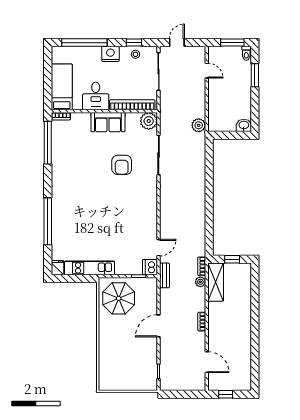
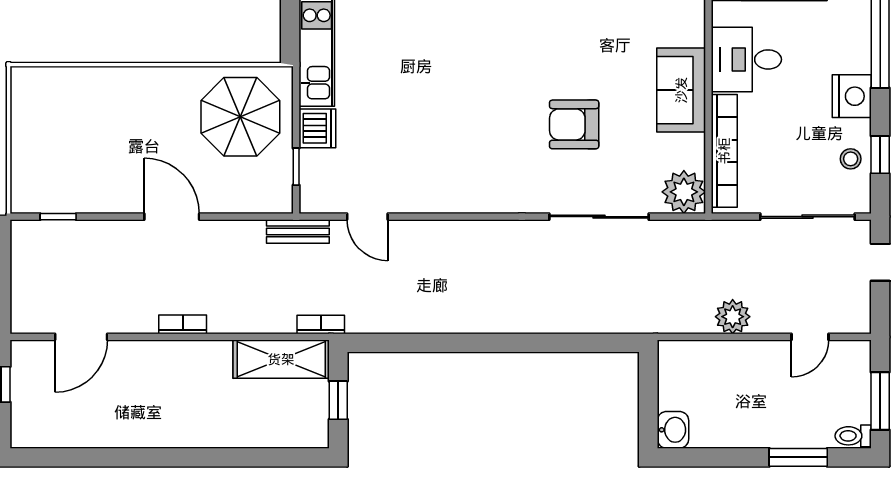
plant: (199, 125) -> (733, 317), moved
dishwasher: (150, 267) -> (317, 128), moved, turned 90
plant: (200, 282) -> (282, 321), removed

